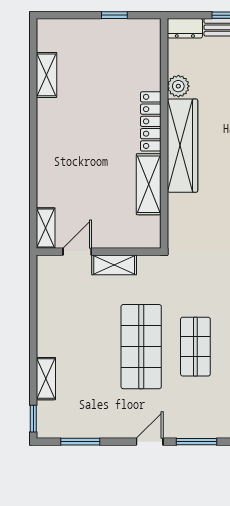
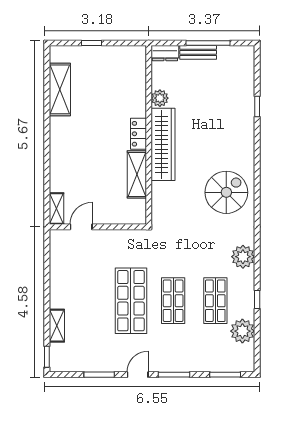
window: (114, 15) -> (92, 43), moved
shelving: (47, 75) -> (60, 89), width x1.50, depth x1.33
locker: (151, 121) -> (138, 134), width x0.66
shelving: (114, 265) -> (110, 237), removed
window: (80, 442) -> (99, 375), moved

